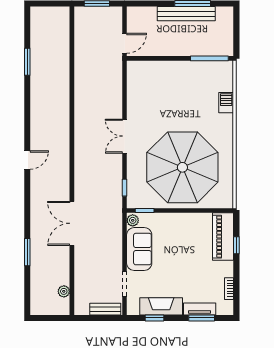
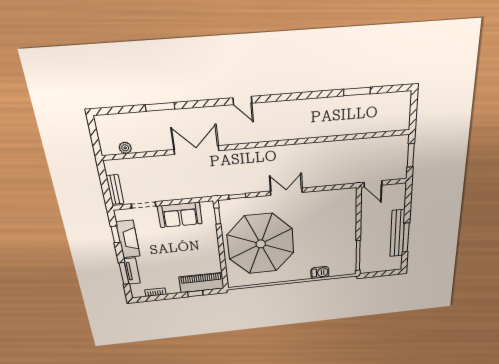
door: (27, 160) -> (242, 100), moved
plant: (133, 220) -> (207, 206), removed

